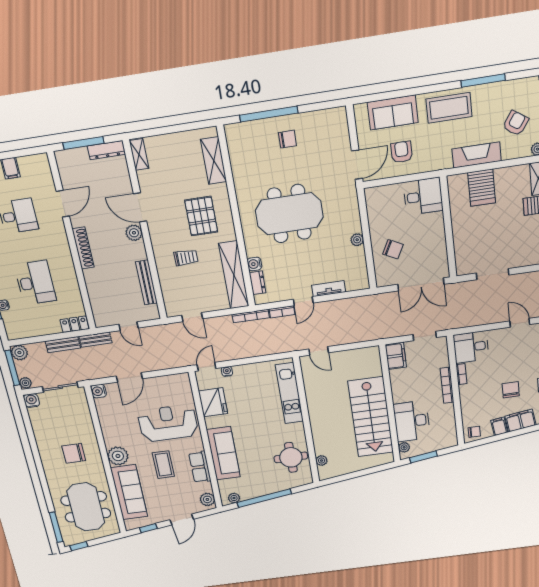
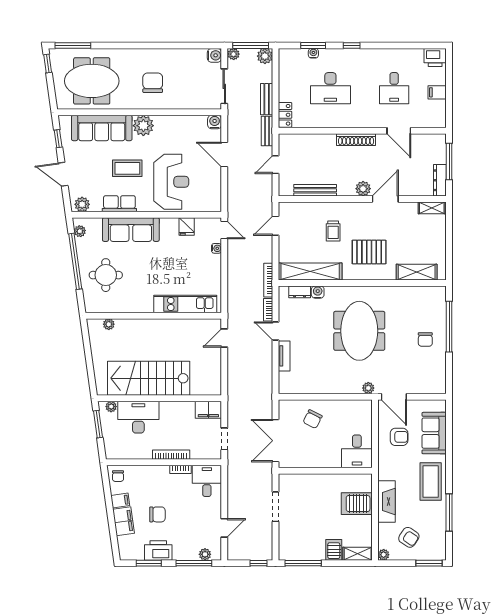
plant: (357, 240) -> (368, 388), moved
fridge: (213, 402) -> (187, 226), width x0.53, depth x0.75
round table: (291, 457) -> (106, 275), moved

